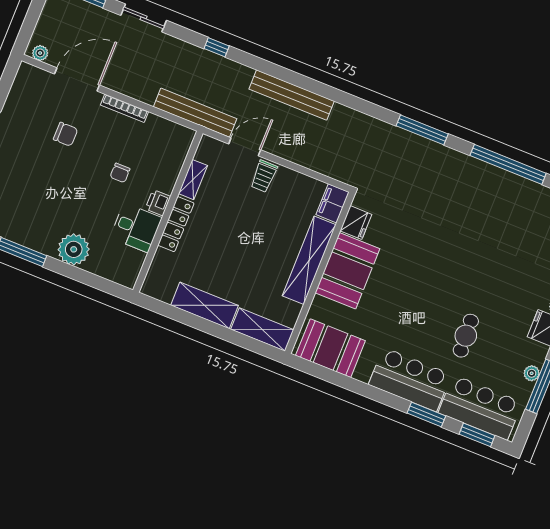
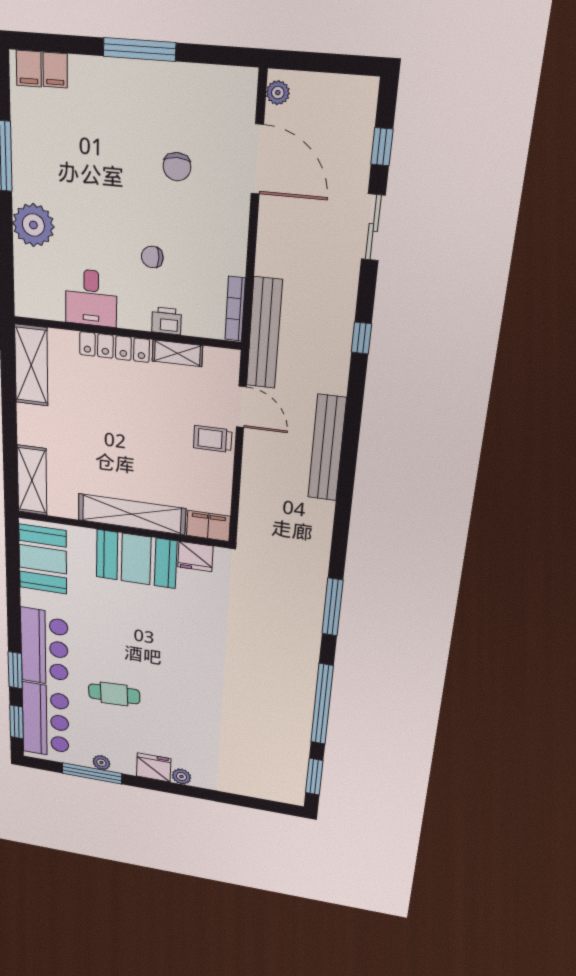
bookcase: (125, 108) -> (235, 309), moved
printer: (158, 203) -> (166, 321), moved
shelving: (205, 305) -> (31, 365), moved

